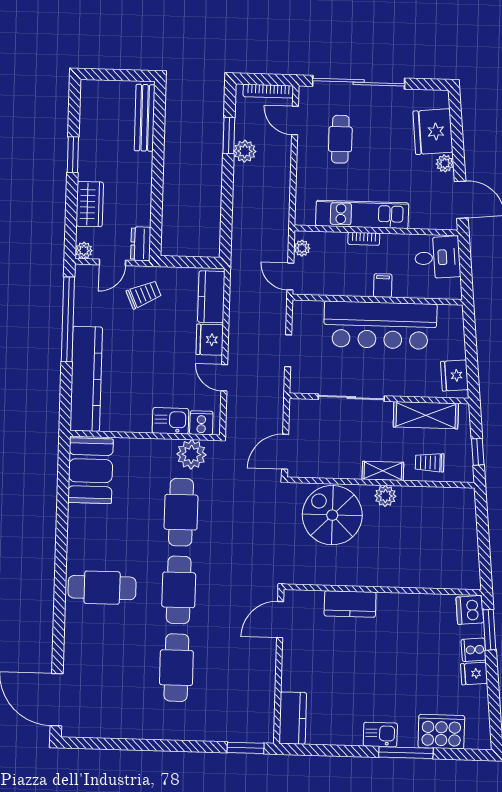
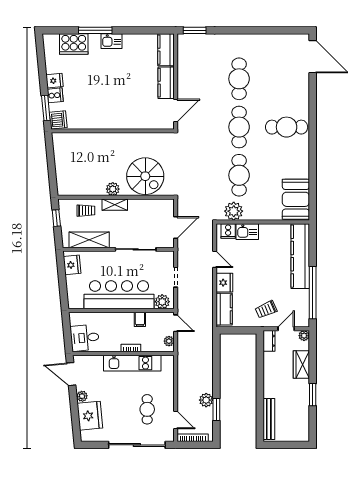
filing cabinet: (383, 286) -> (140, 319), moved
plant: (311, 312) -> (162, 302), added
door: (285, 452) -> (176, 228), moved
kitchen counter: (350, 604) -> (166, 83), moved, turned -90

